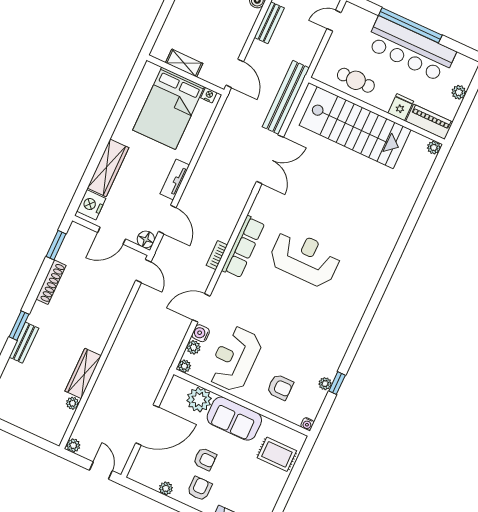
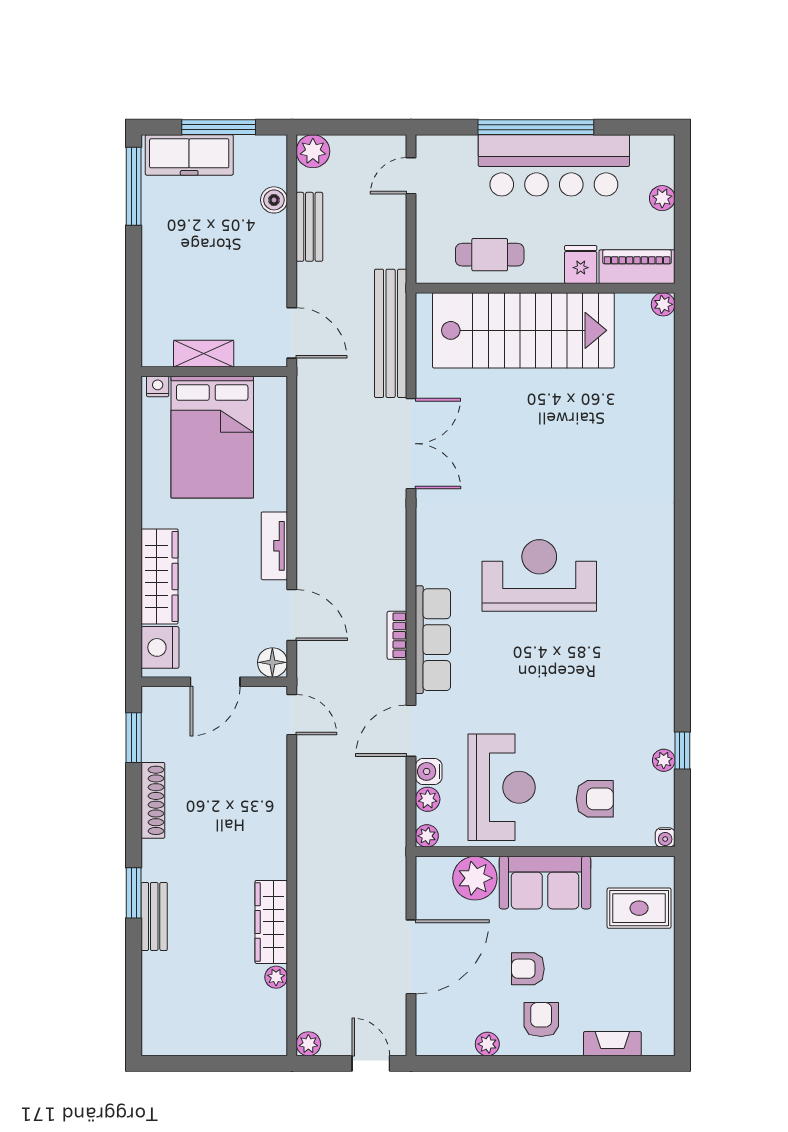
nightstand: (209, 95) -> (158, 386), moved
row of seats: (243, 247) -> (433, 640), moved
reception desk: (235, 359) -> (502, 787), turned 180
armchair: (205, 459) -> (528, 969), turned 180

